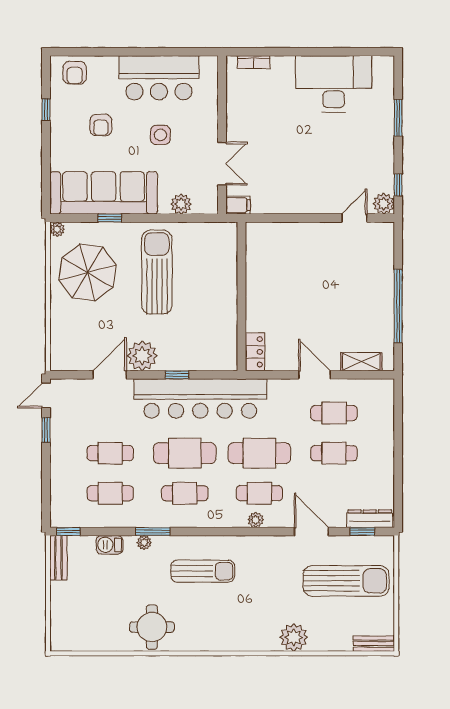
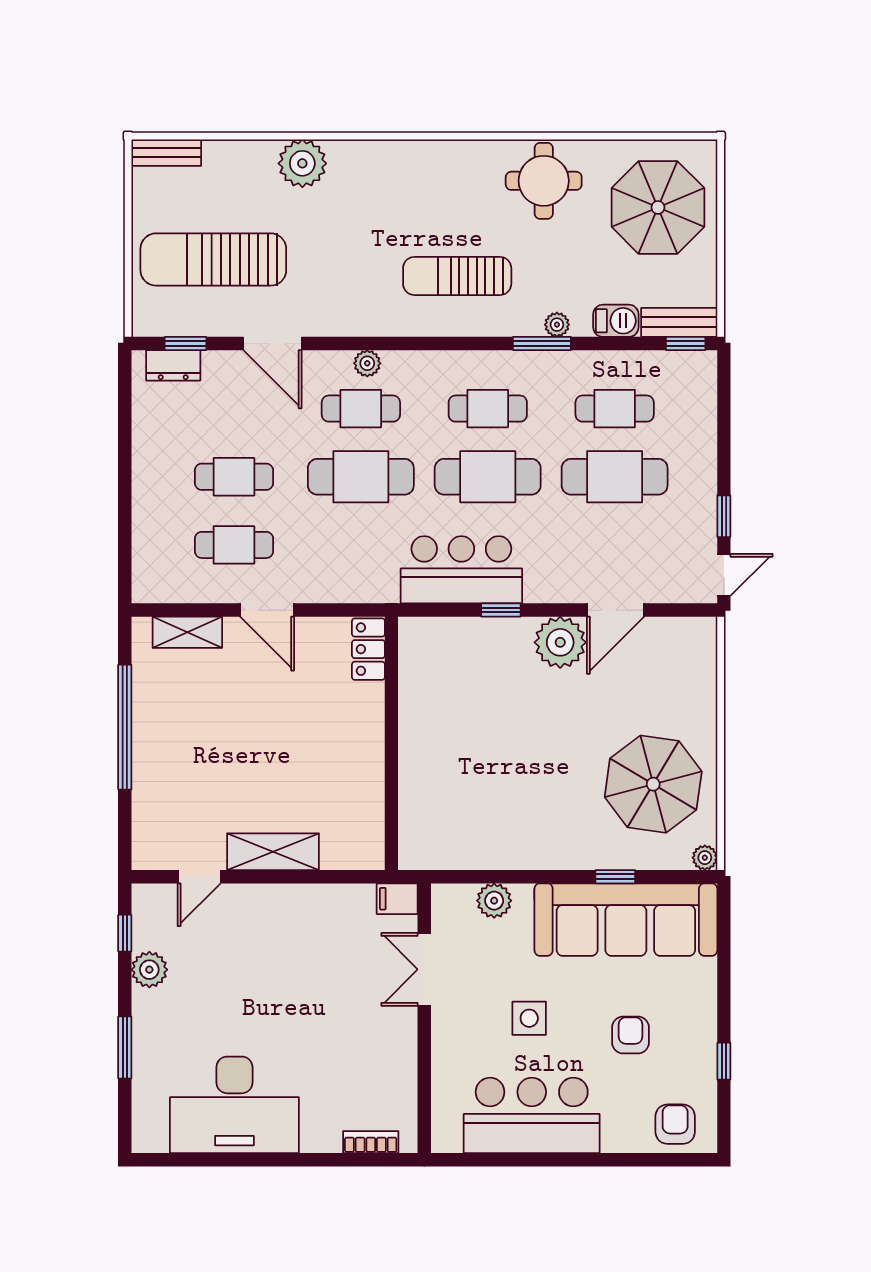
plant: (384, 204) -> (149, 970), moved
shelving: (311, 233) -> (273, 852), added
sun lounger: (157, 272) -> (535, 785), removed
bar counter: (200, 398) -> (461, 570), width x0.54
cafe table: (110, 453) -> (615, 477), width x1.37, depth x1.35
dresser: (370, 519) -> (173, 365), width x0.70
bench: (58, 558) -> (679, 322), moved, turned 90
parasol: (85, 611) -> (658, 207), added

